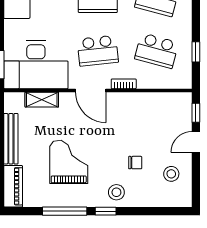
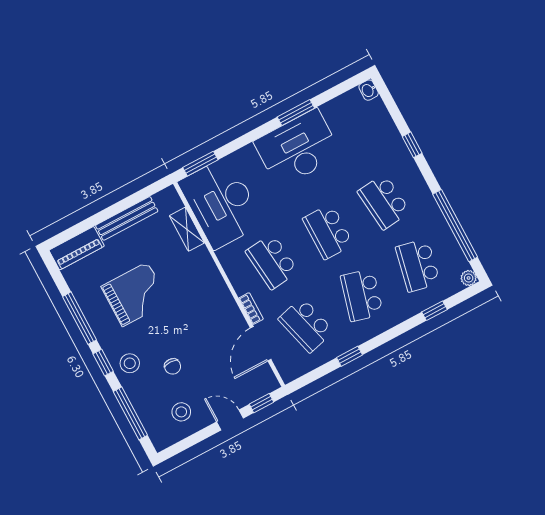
school desk: (157, 51) -> (306, 325), turned -30
window: (196, 52) -> (349, 356), moved
door: (91, 90) -> (261, 344), moved
window: (153, 211) -> (130, 413), added

